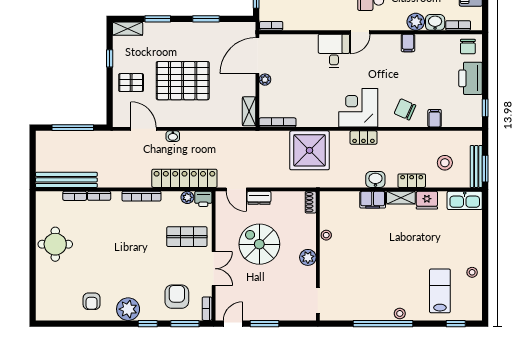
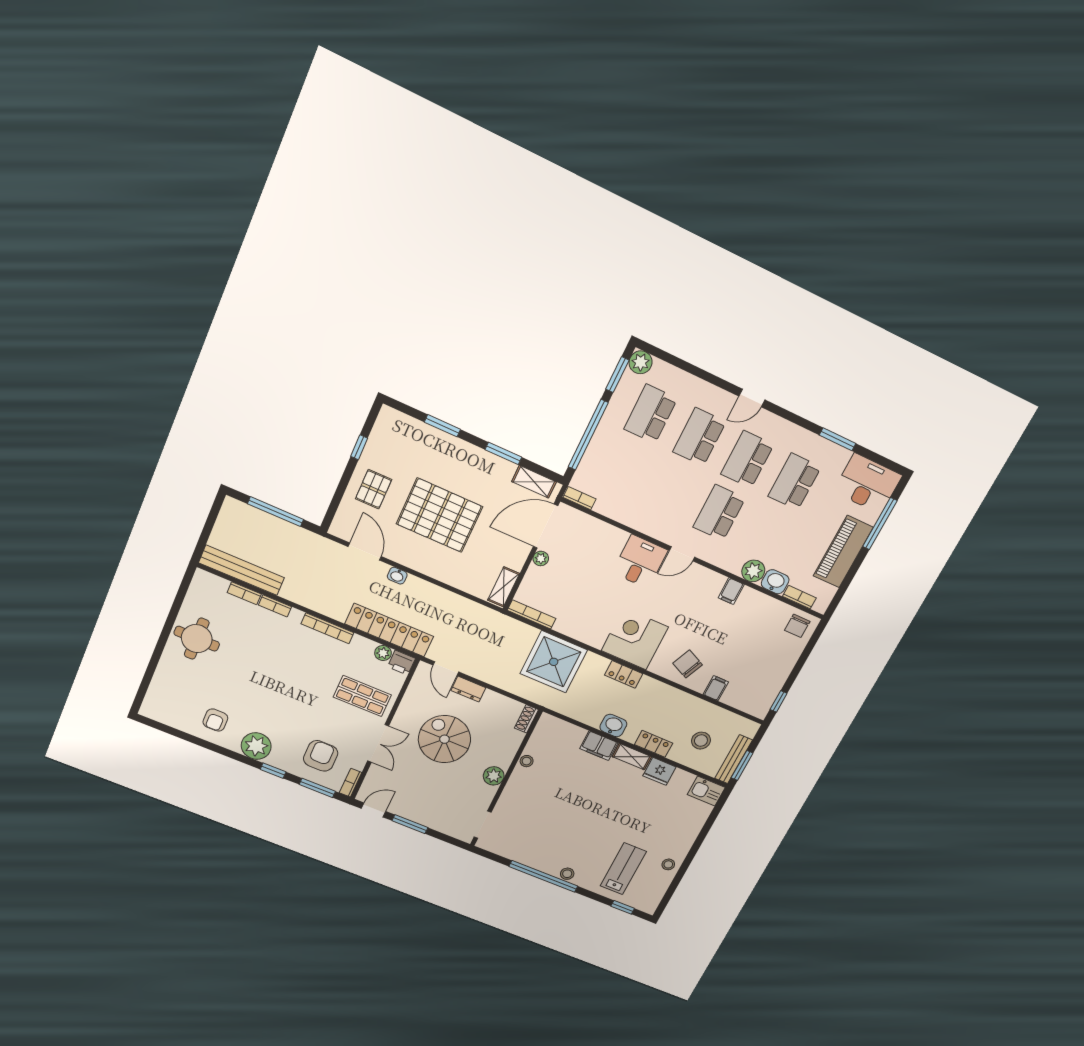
shelving: (128, 29) -> (534, 482), moved
printer: (471, 78) -> (780, 662), removed
pallet: (131, 83) -> (374, 489), turned 90
kitchen sink: (465, 200) -> (706, 791), width x0.73

